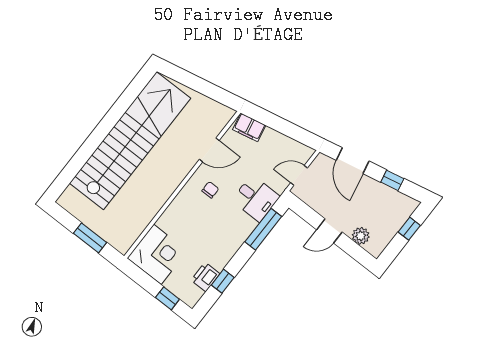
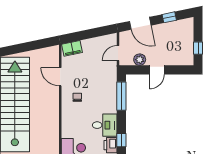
door: (209, 150) -> (60, 77), swing flipped
desk: (256, 198) -> (105, 125), moved
window: (409, 229) -> (198, 48), moved
plant: (361, 236) -> (140, 60), moved

